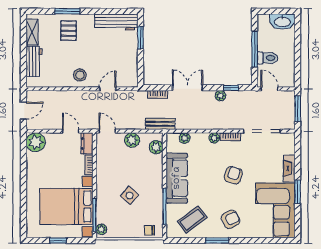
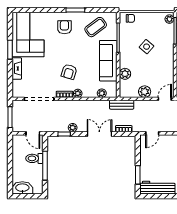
double door: (188, 88) -> (99, 134), swing flipped
door: (108, 89) -> (152, 133), moved
door: (107, 131) -> (165, 99), swing flipped
plant: (156, 147) -> (125, 74), moved
armchair: (233, 175) -> (69, 72), moved
armchair: (231, 219) -> (64, 27), turned 117

